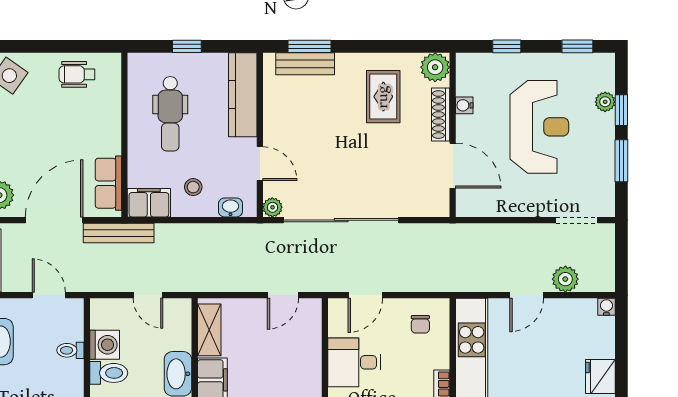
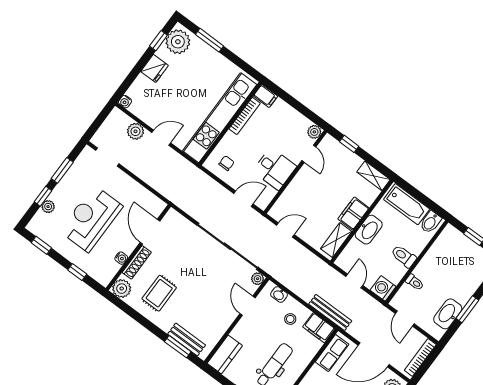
kitchen counter: (243, 95) -> (225, 354), width x0.67
bench: (119, 233) -> (330, 312), moved
washing machine: (105, 345) -> (383, 288), moved

